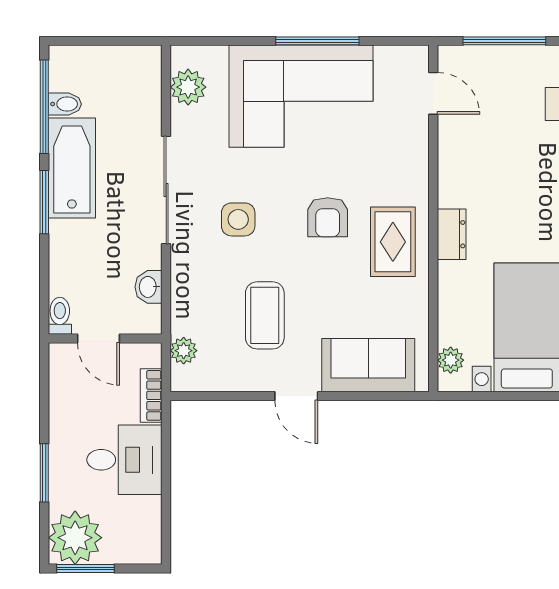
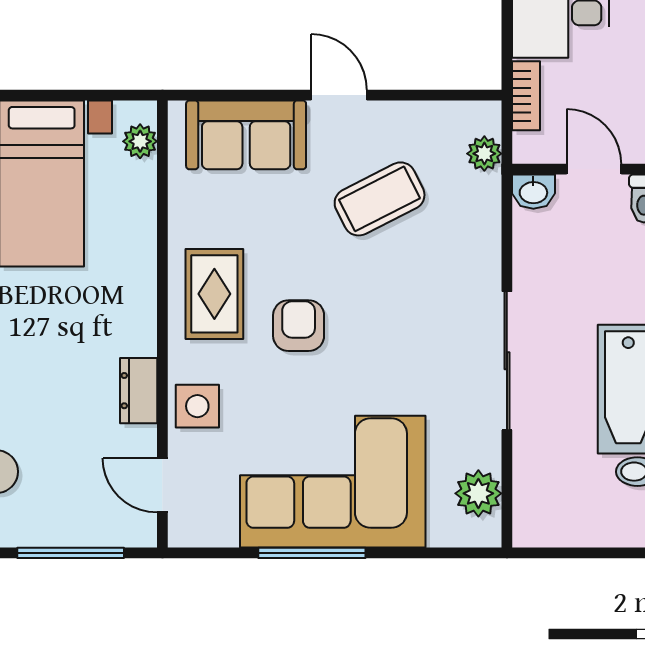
side table: (238, 219) -> (197, 406), moved
dresser: (452, 234) -> (139, 391), moved
washbasin: (149, 287) -> (533, 192), moved, turned 90
coffee table: (265, 315) -> (380, 199), turned 63

